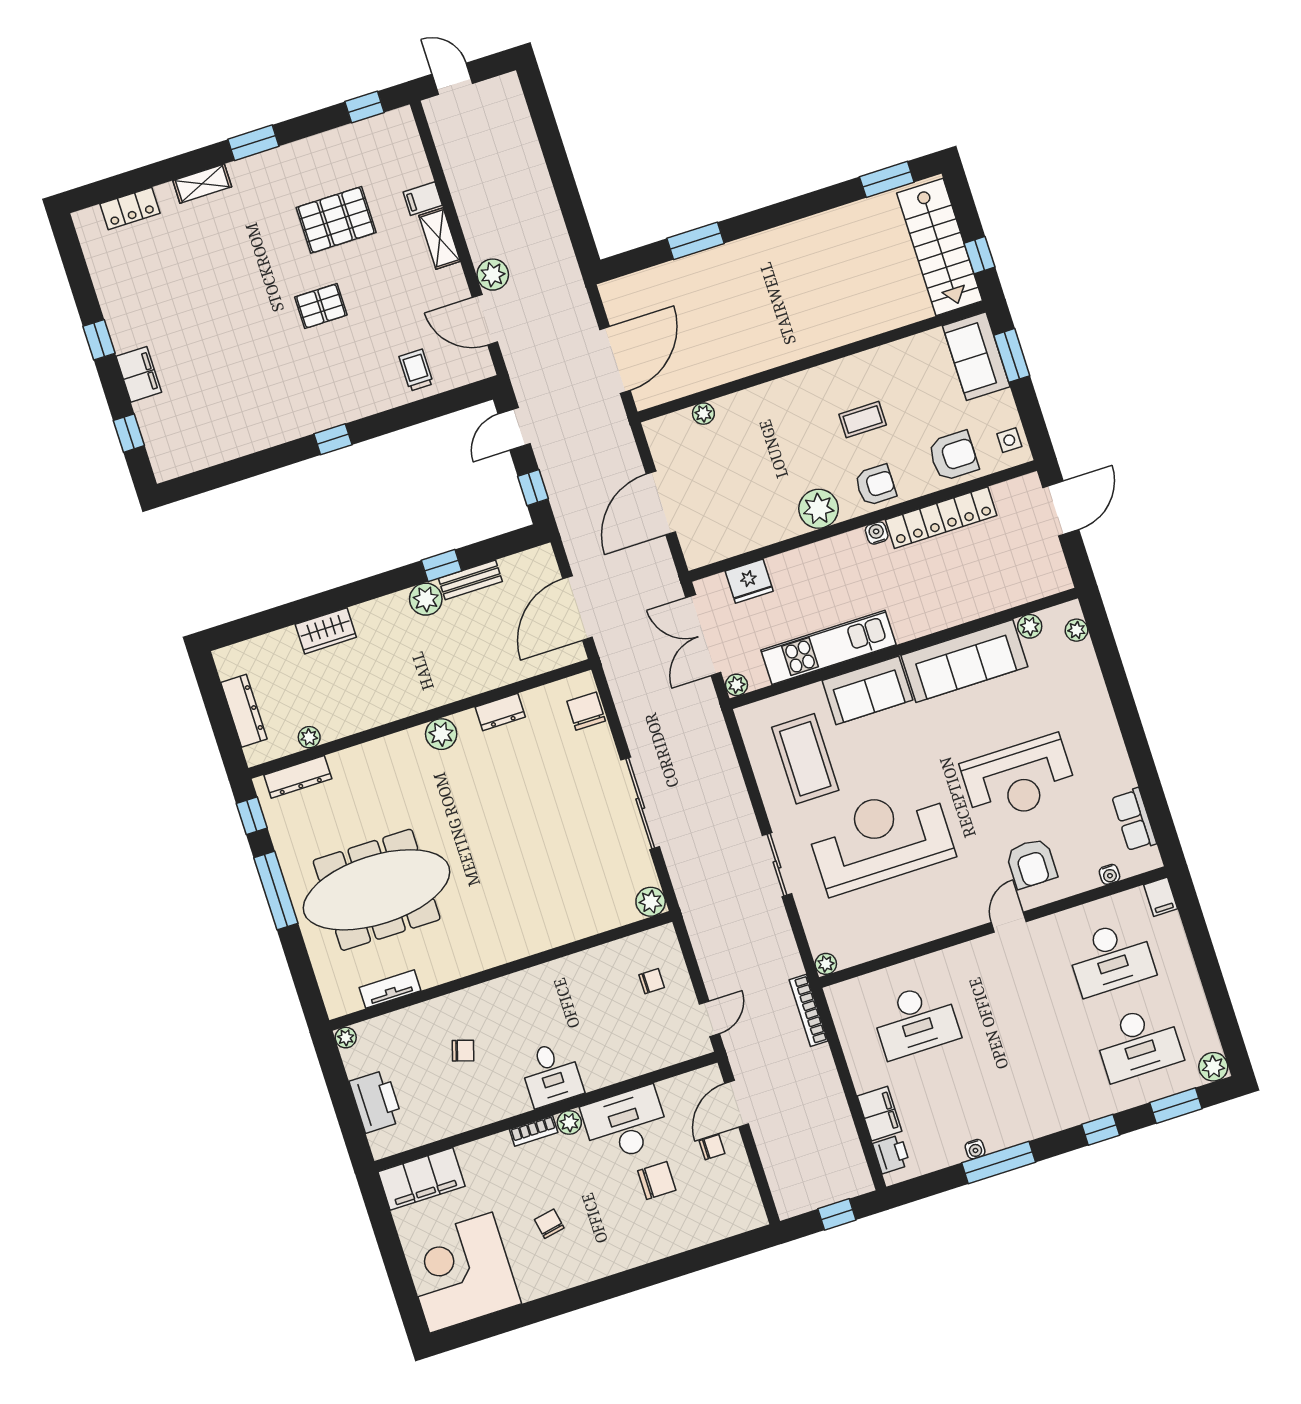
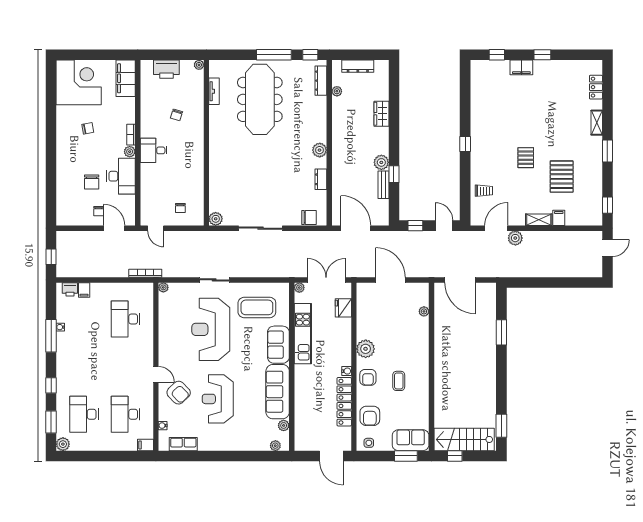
reception desk: (880, 839) -> (211, 329), turned 180
armchair: (1031, 863) -> (179, 393), turned -134
filing cabinet: (879, 1114) -> (84, 290), width x0.50

